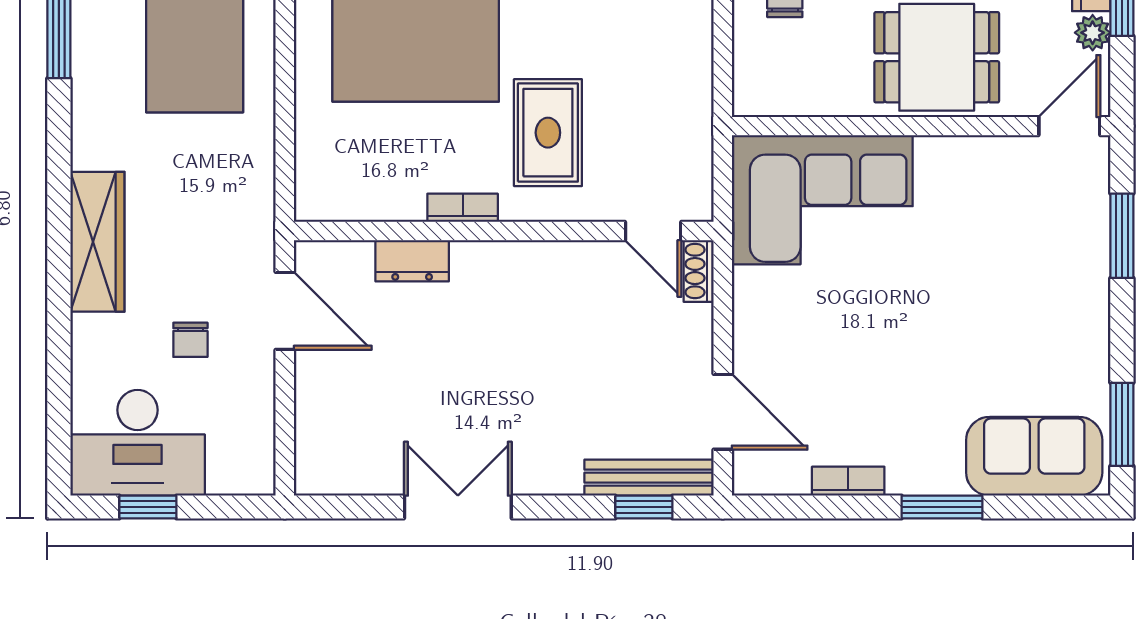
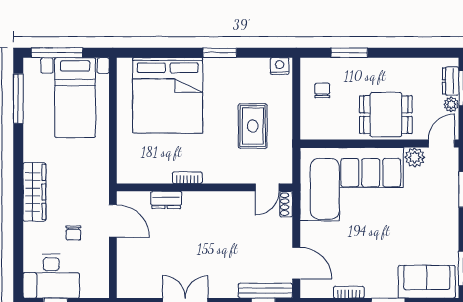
rug: (548, 133) -> (253, 126), moved
plant: (1006, 159) -> (415, 157), added
corner sofa: (822, 200) -> (352, 184), width x1.36, depth x1.36
door: (653, 231) -> (267, 187), hinge flipped

